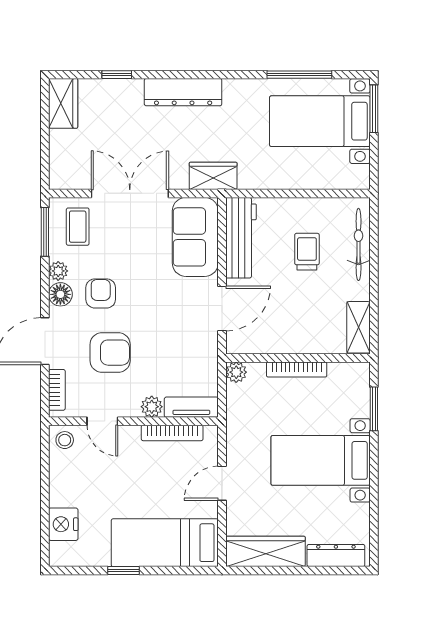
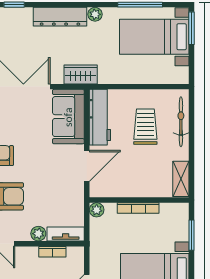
plant: (234, 89) -> (95, 14), added
trolley: (307, 252) -> (145, 127), width x1.36, depth x1.39
bookcase: (172, 433) -> (52, 252), width x0.64

